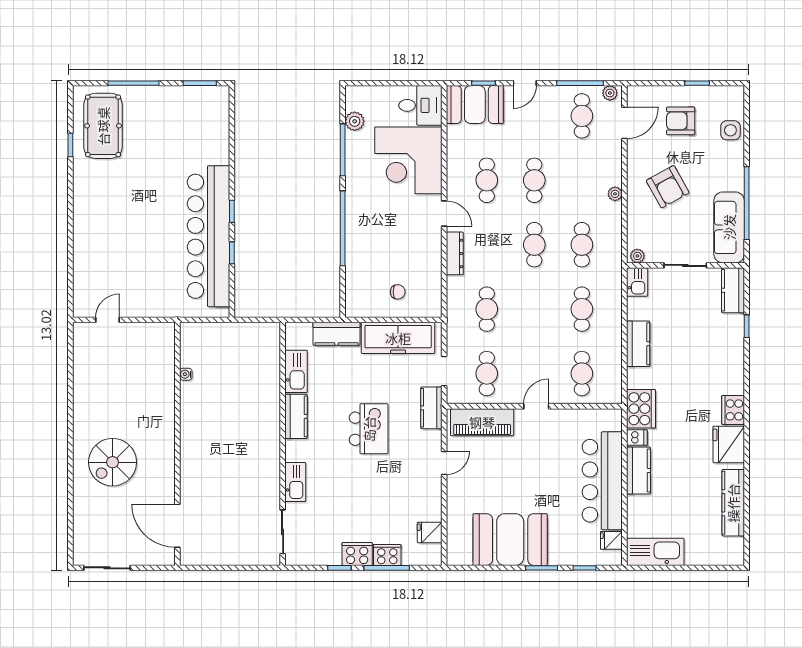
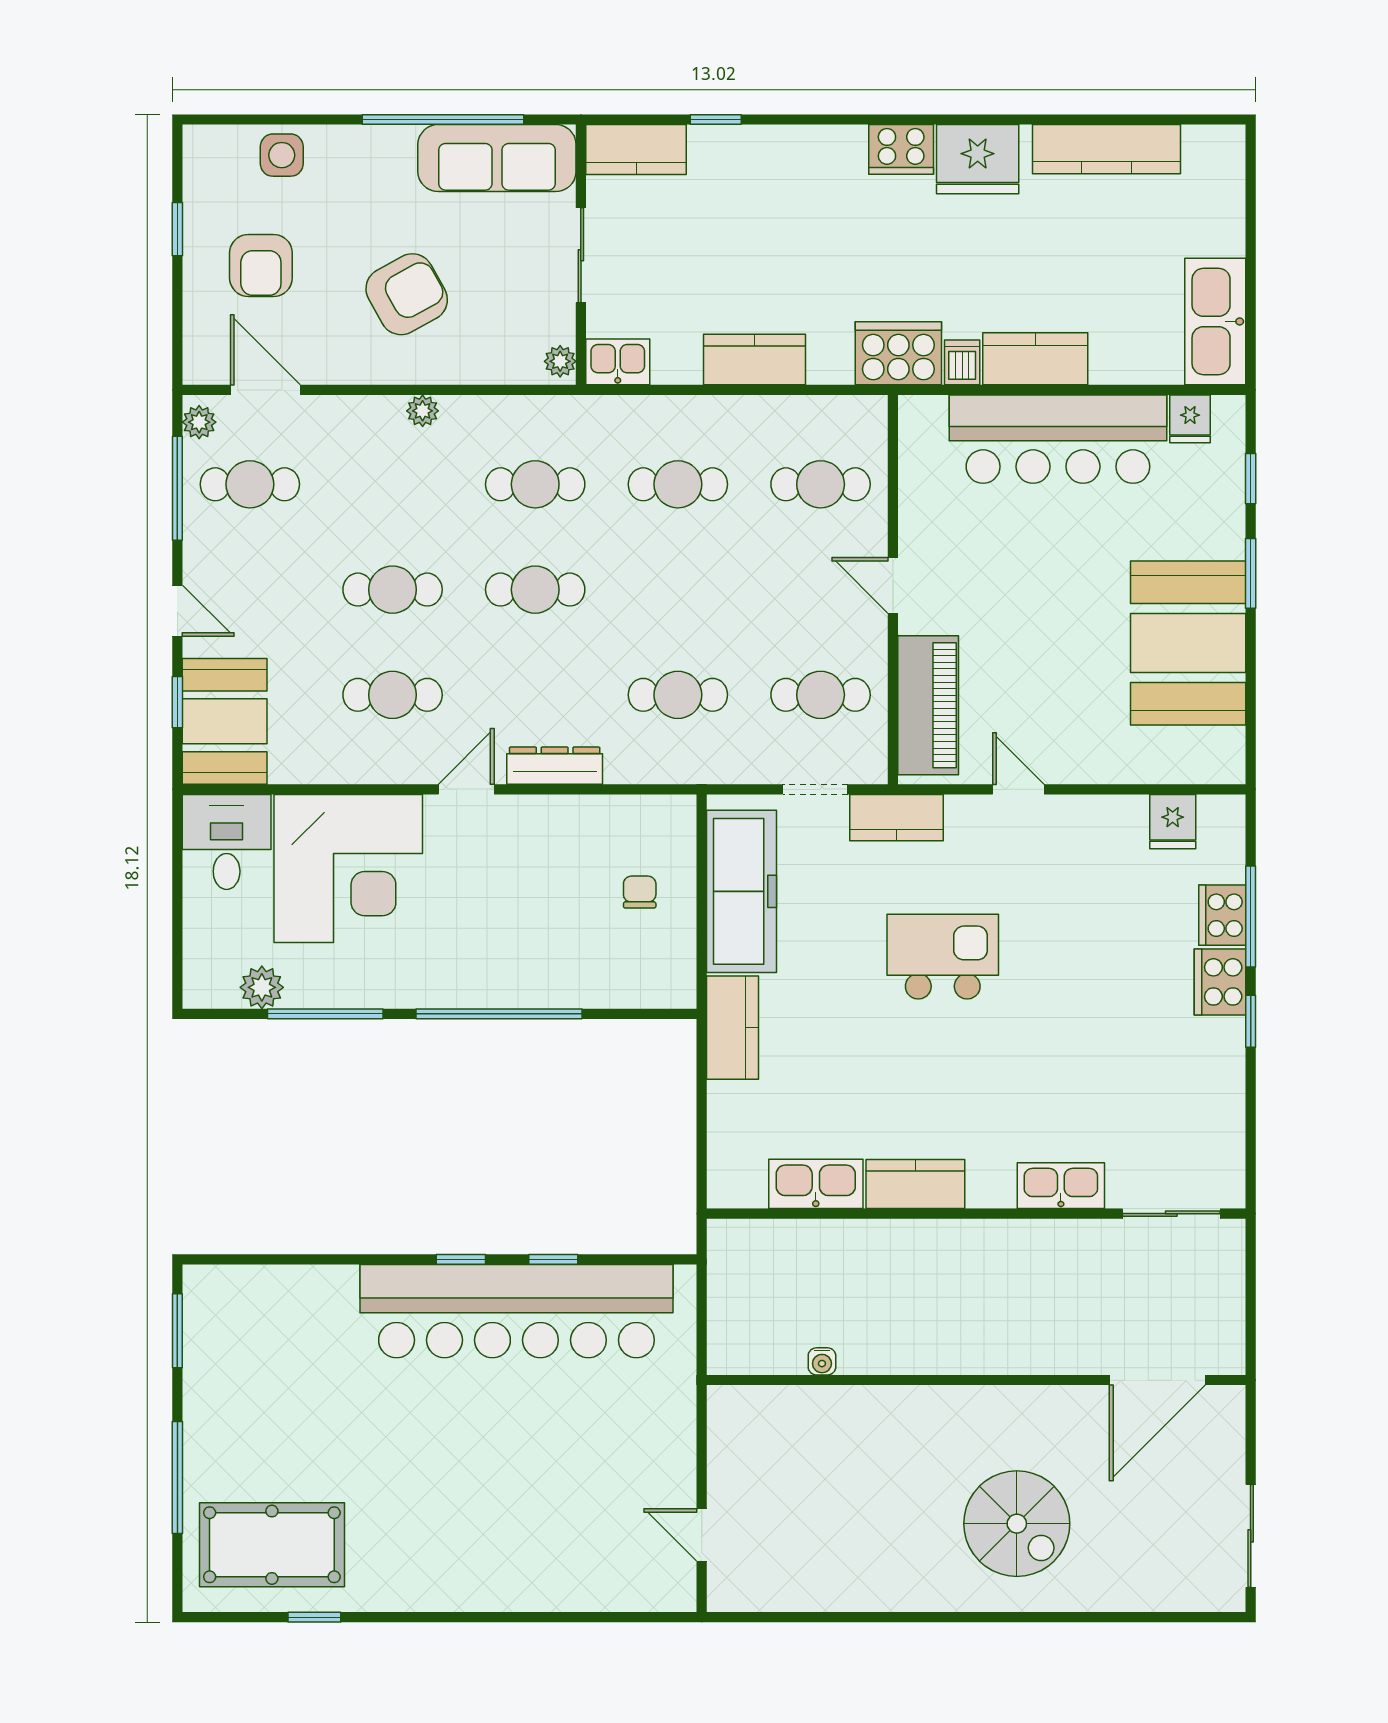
kitchen sink: (296, 371) -> (816, 1184), moved
kitchen counter: (296, 416) -> (915, 1184), moved
wall: (283, 444) -> (976, 1214), moved
kitchen sink: (295, 482) -> (1061, 1186), moved
sliding door: (283, 532) -> (1171, 1214), moved

